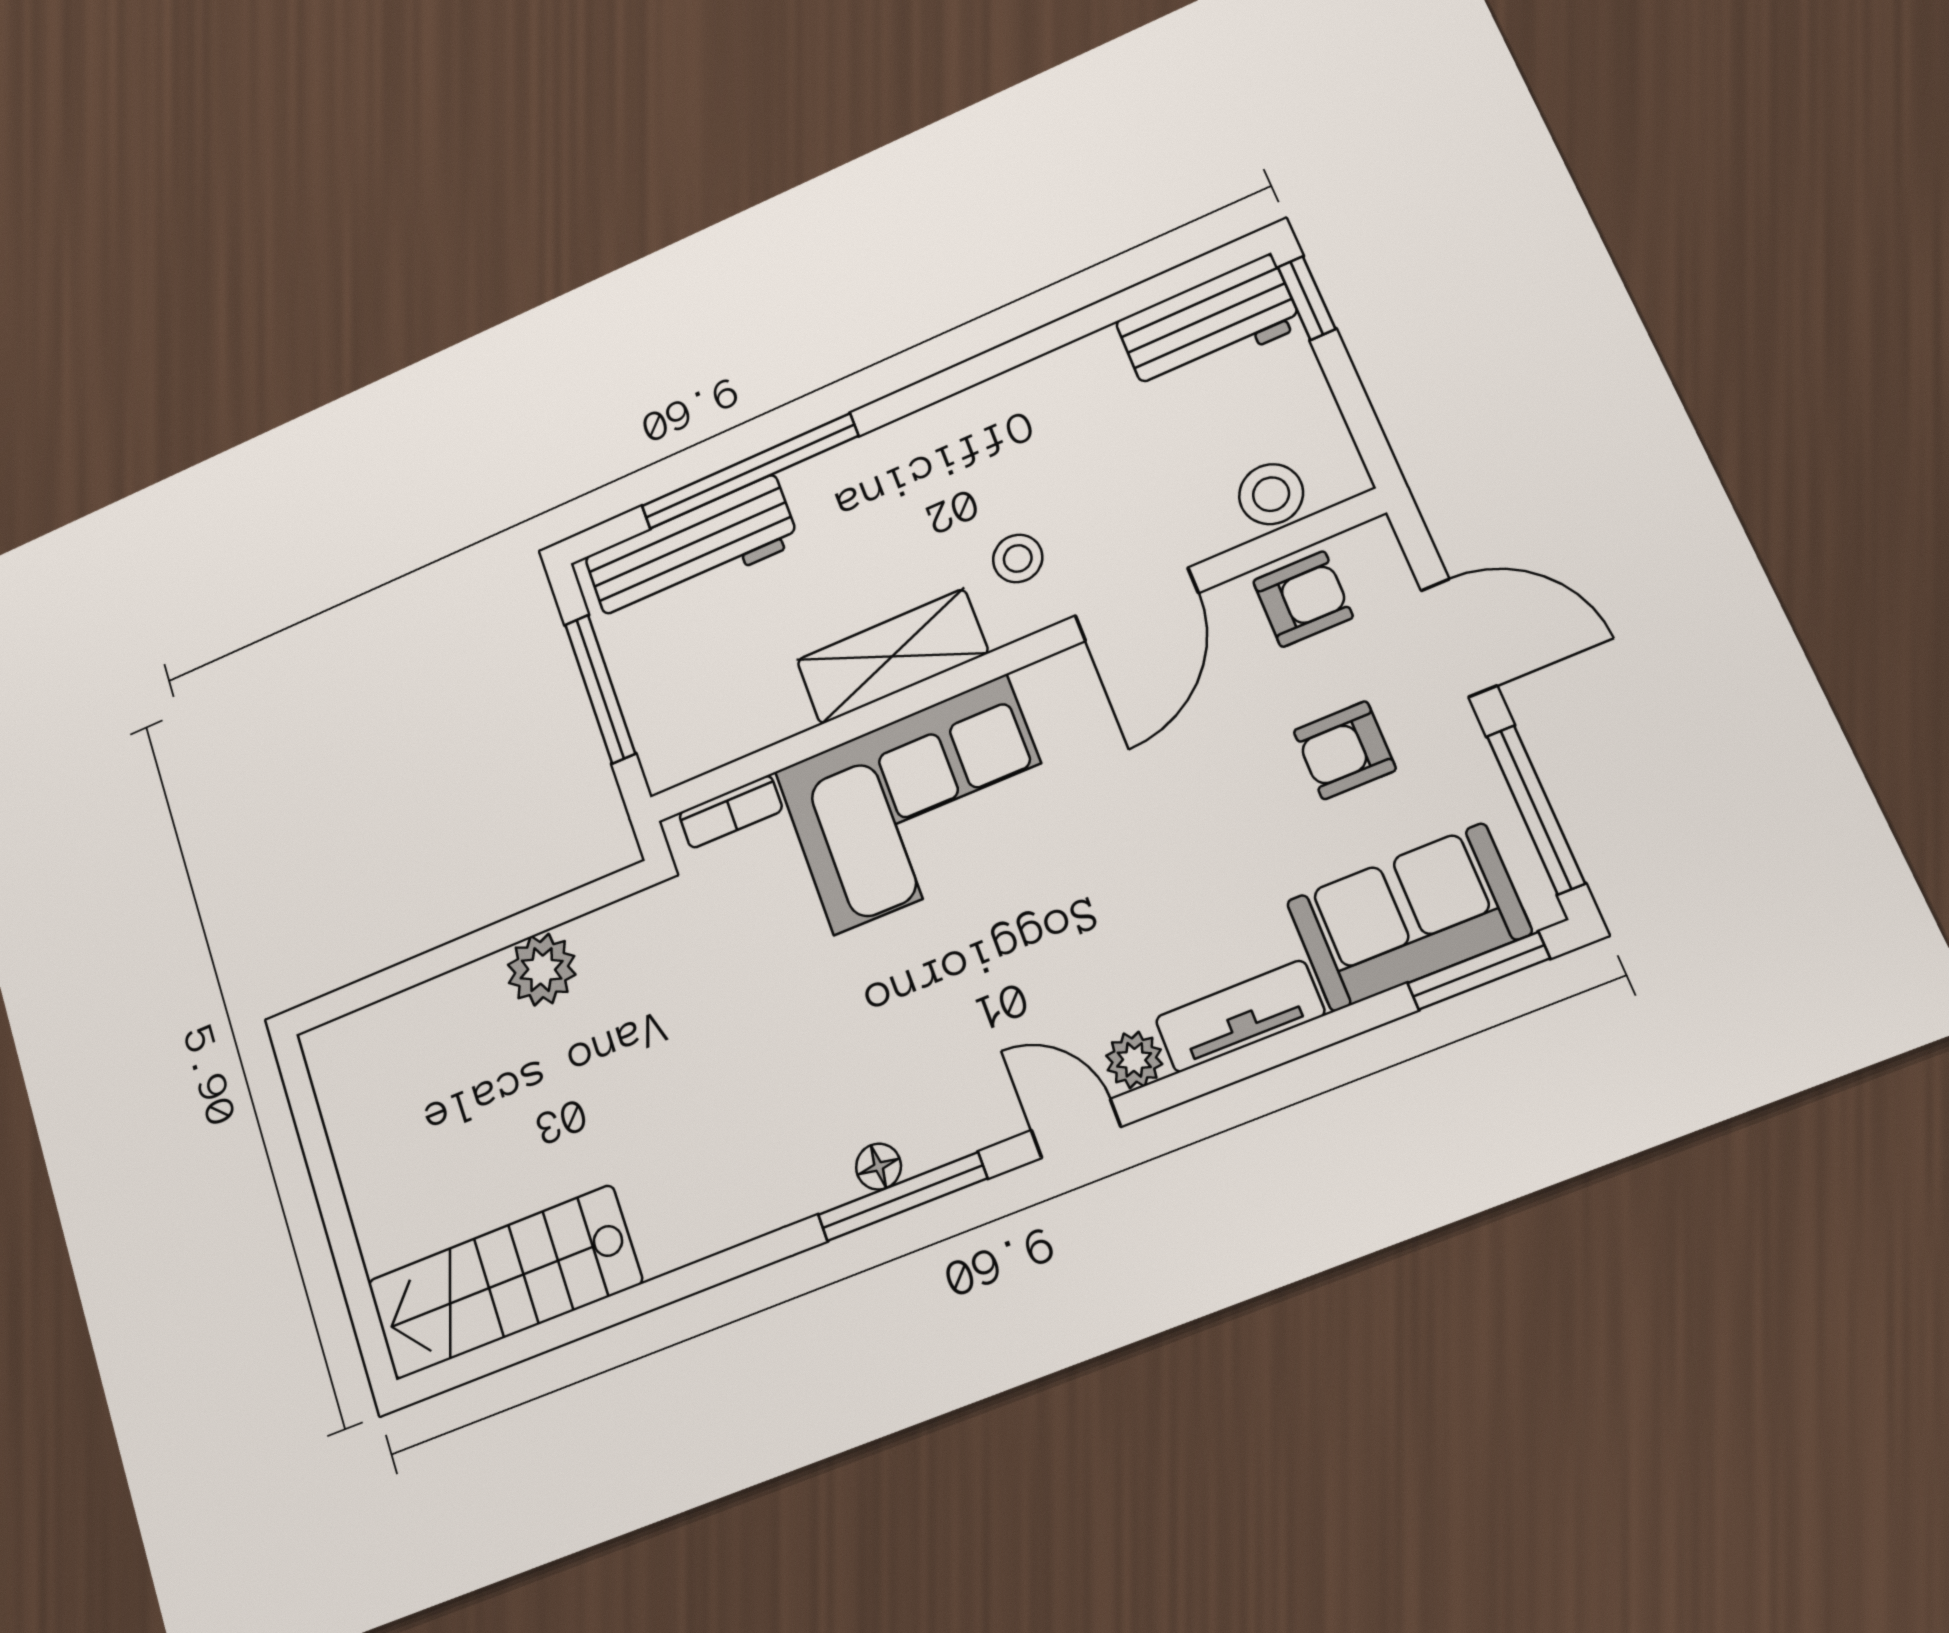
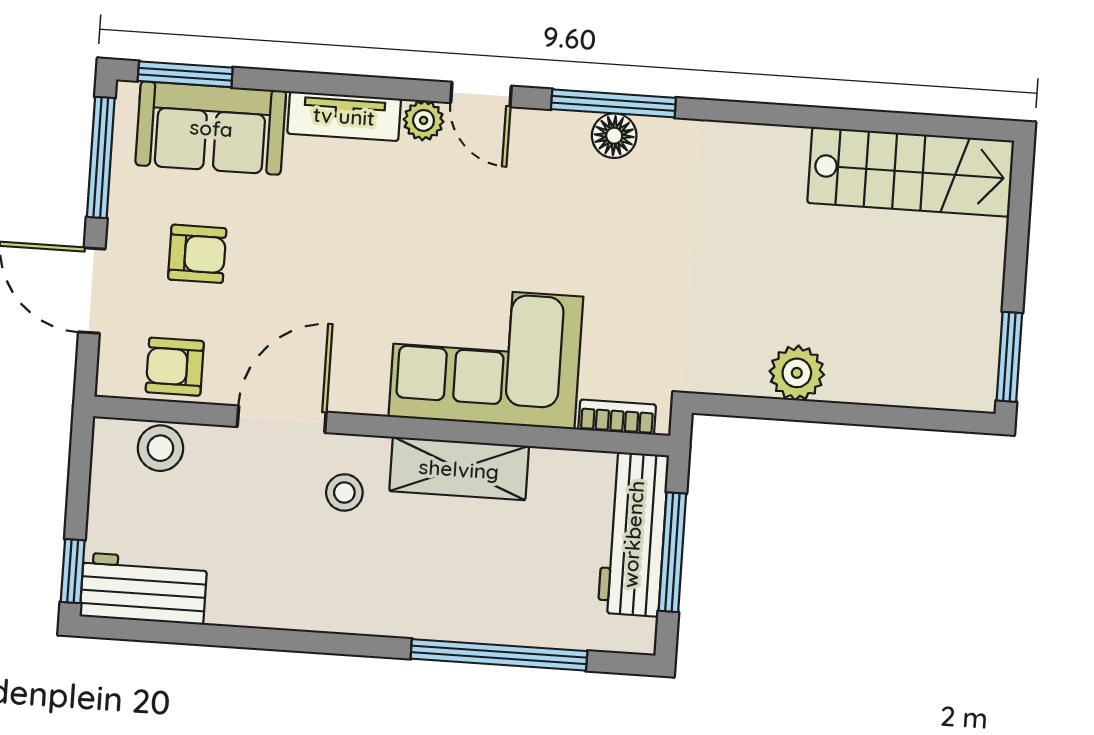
workbench: (691, 550) -> (633, 534), moved, turned -90
window: (305, 1110) -> (1009, 357), added
floor lamp: (879, 1167) -> (614, 136), width x1.37, depth x1.37

